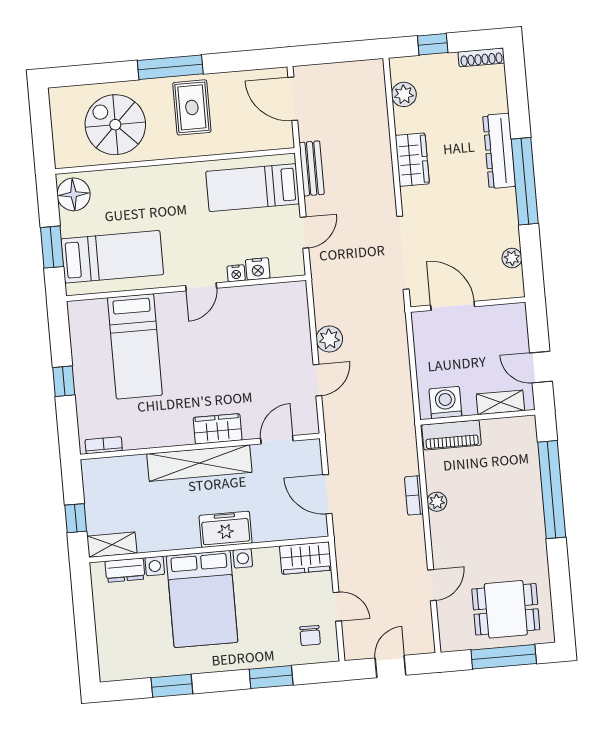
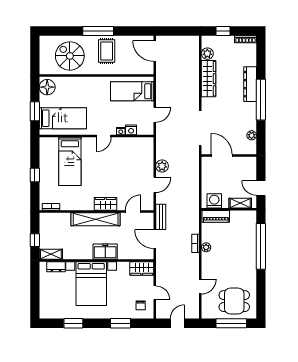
wardrobe: (412, 160) -> (209, 79), width x1.50
bench: (312, 168) -> (161, 217), moved

